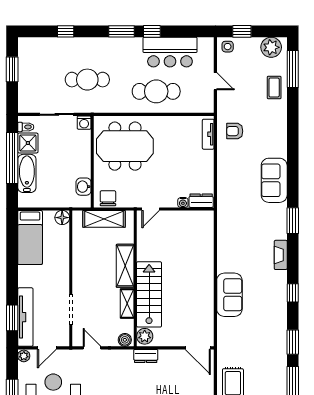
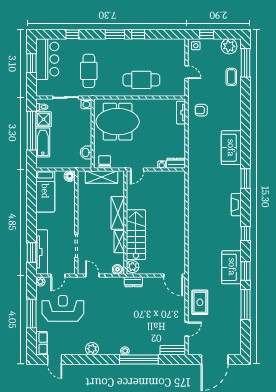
bar counter: (170, 52) -> (47, 59), moved, turned -90
cafe table: (87, 80) -> (89, 71), turned 90
sofa: (229, 295) -> (232, 267), moved, turned 180

